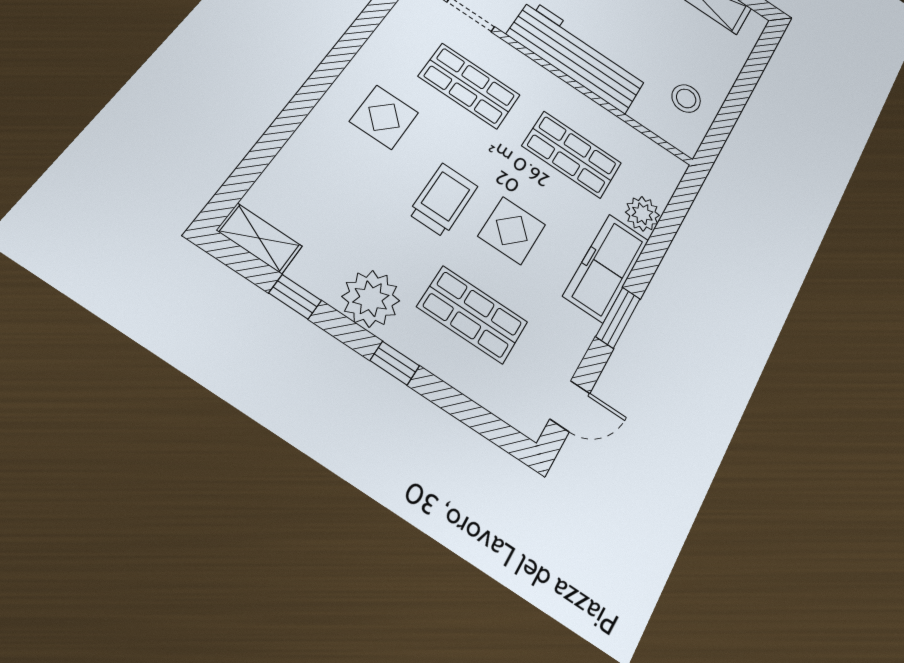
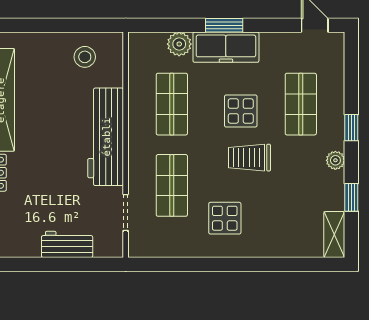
plant: (371, 299) -> (335, 160), width x0.53, depth x0.53
window: (618, 318) -> (224, 25), moved

